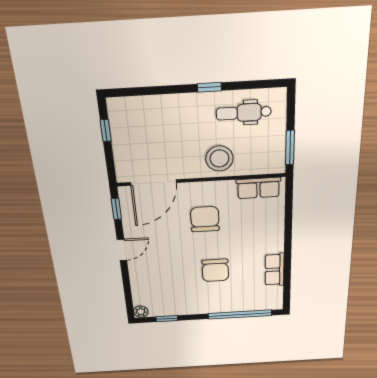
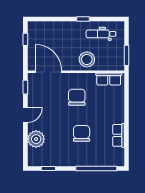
door: (153, 183) -> (49, 72), swing flipped
chair: (215, 270) -> (82, 133), turned 180
plant: (141, 312) -> (36, 139), moved, width x1.87, depth x1.87

